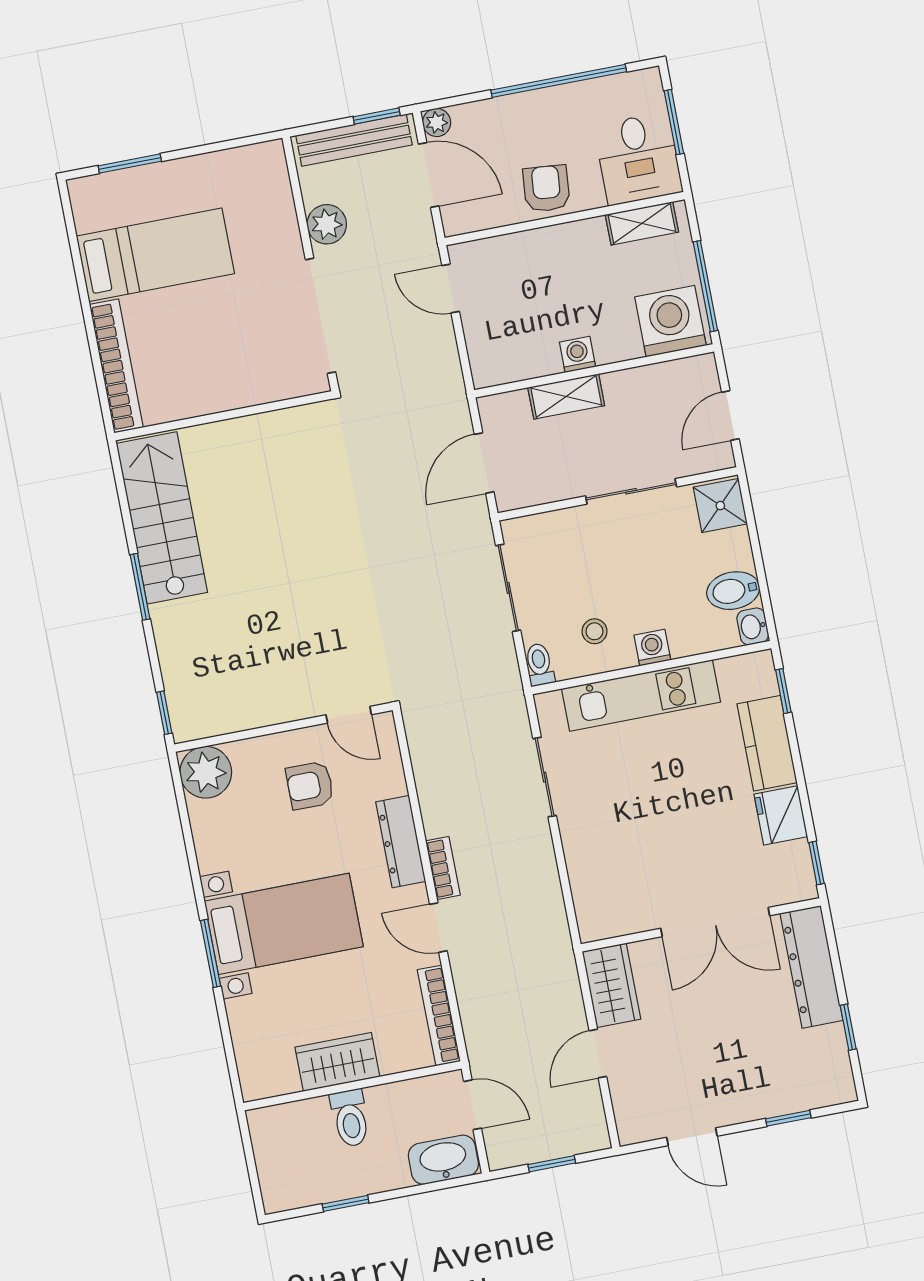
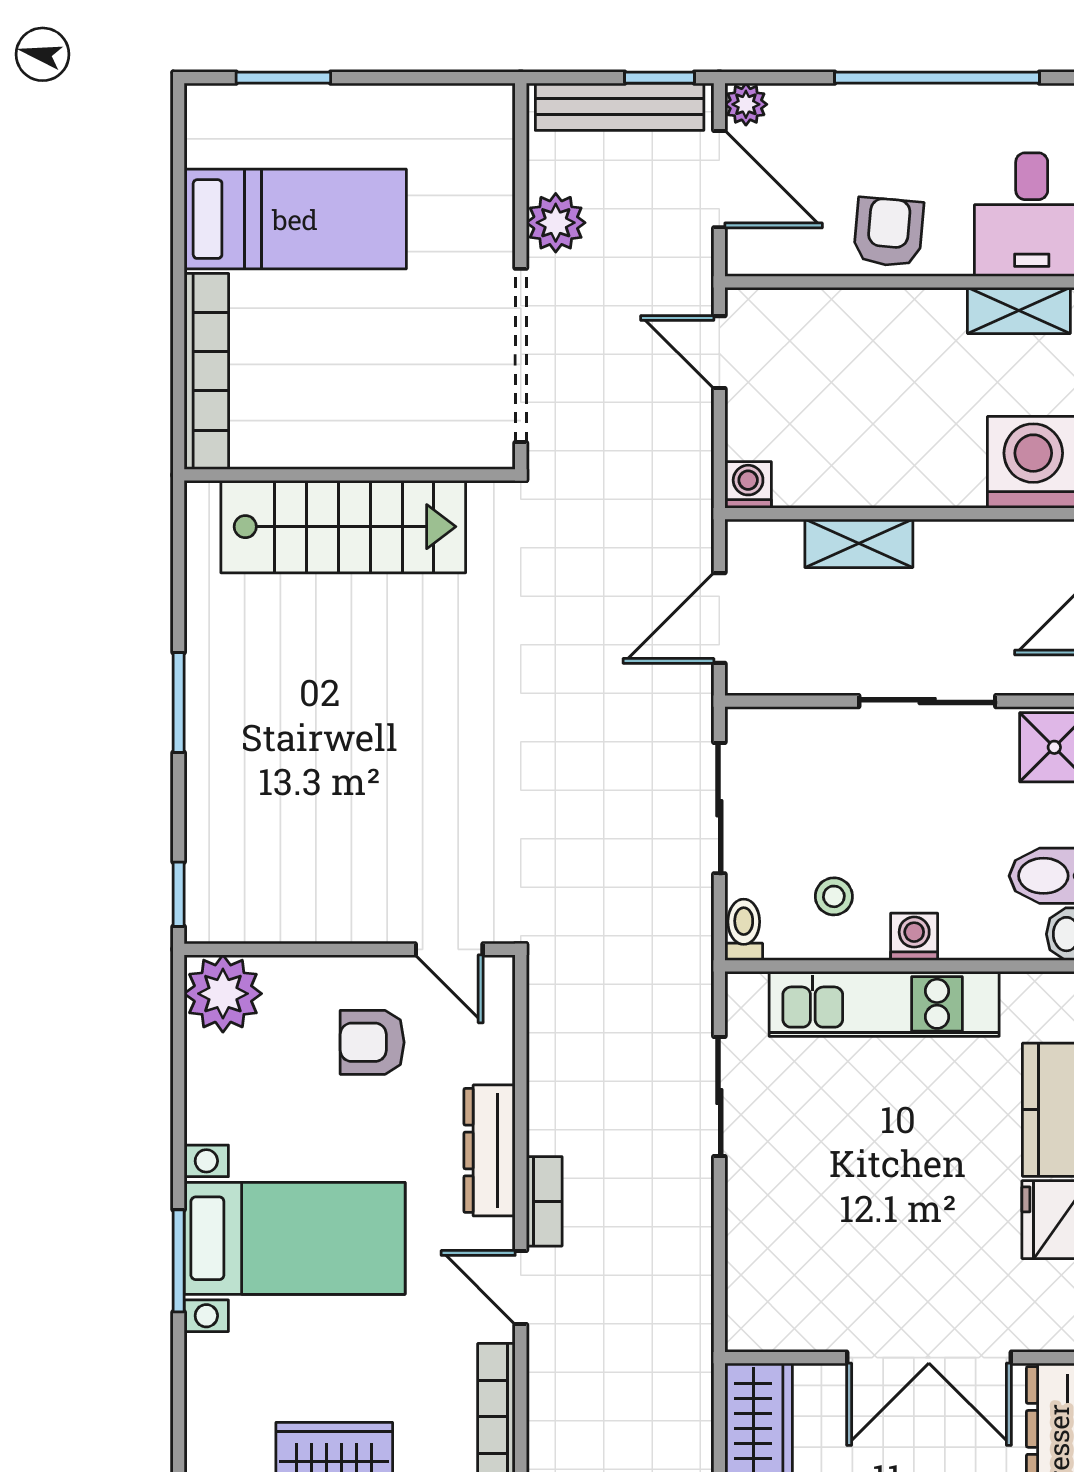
washing machine: (578, 354) -> (748, 485), moved
stairs: (162, 518) -> (343, 527), moved, turned 90

